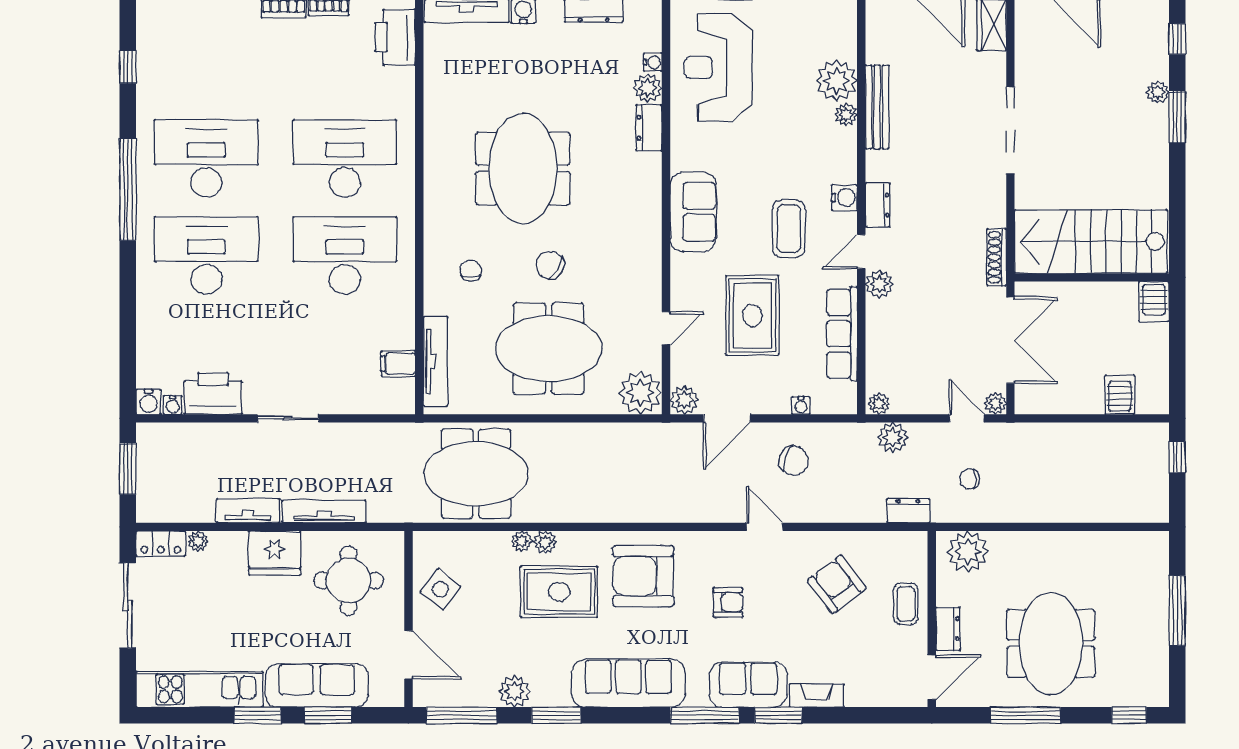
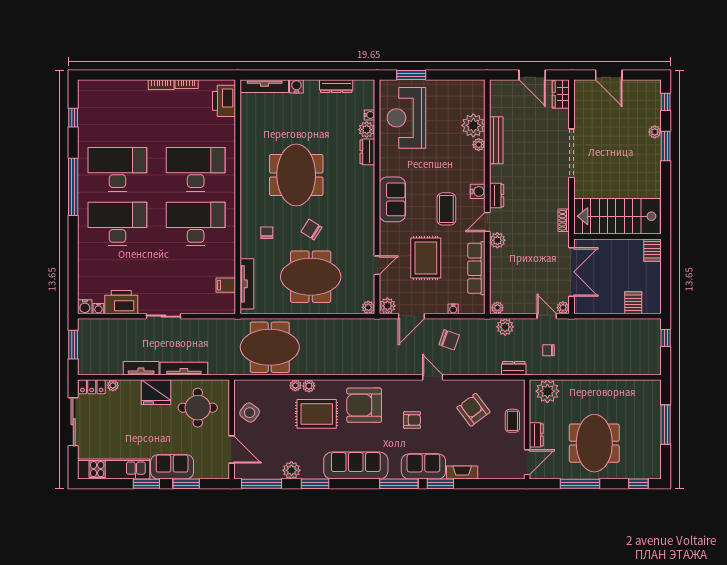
shoe rack: (997, 257) -> (564, 220), width x0.70
plant: (640, 393) -> (368, 307), width x0.53, depth x0.53
sofa: (317, 685) -> (172, 467), width x0.73

